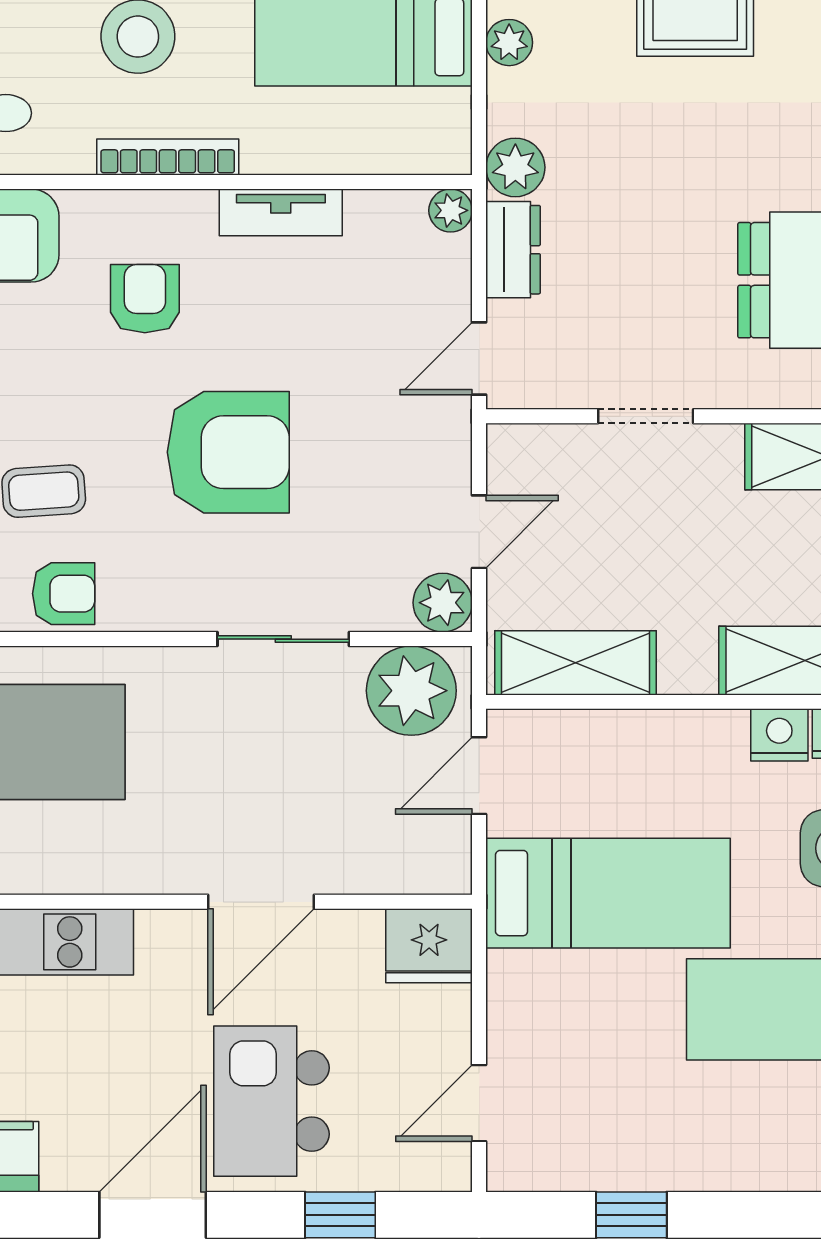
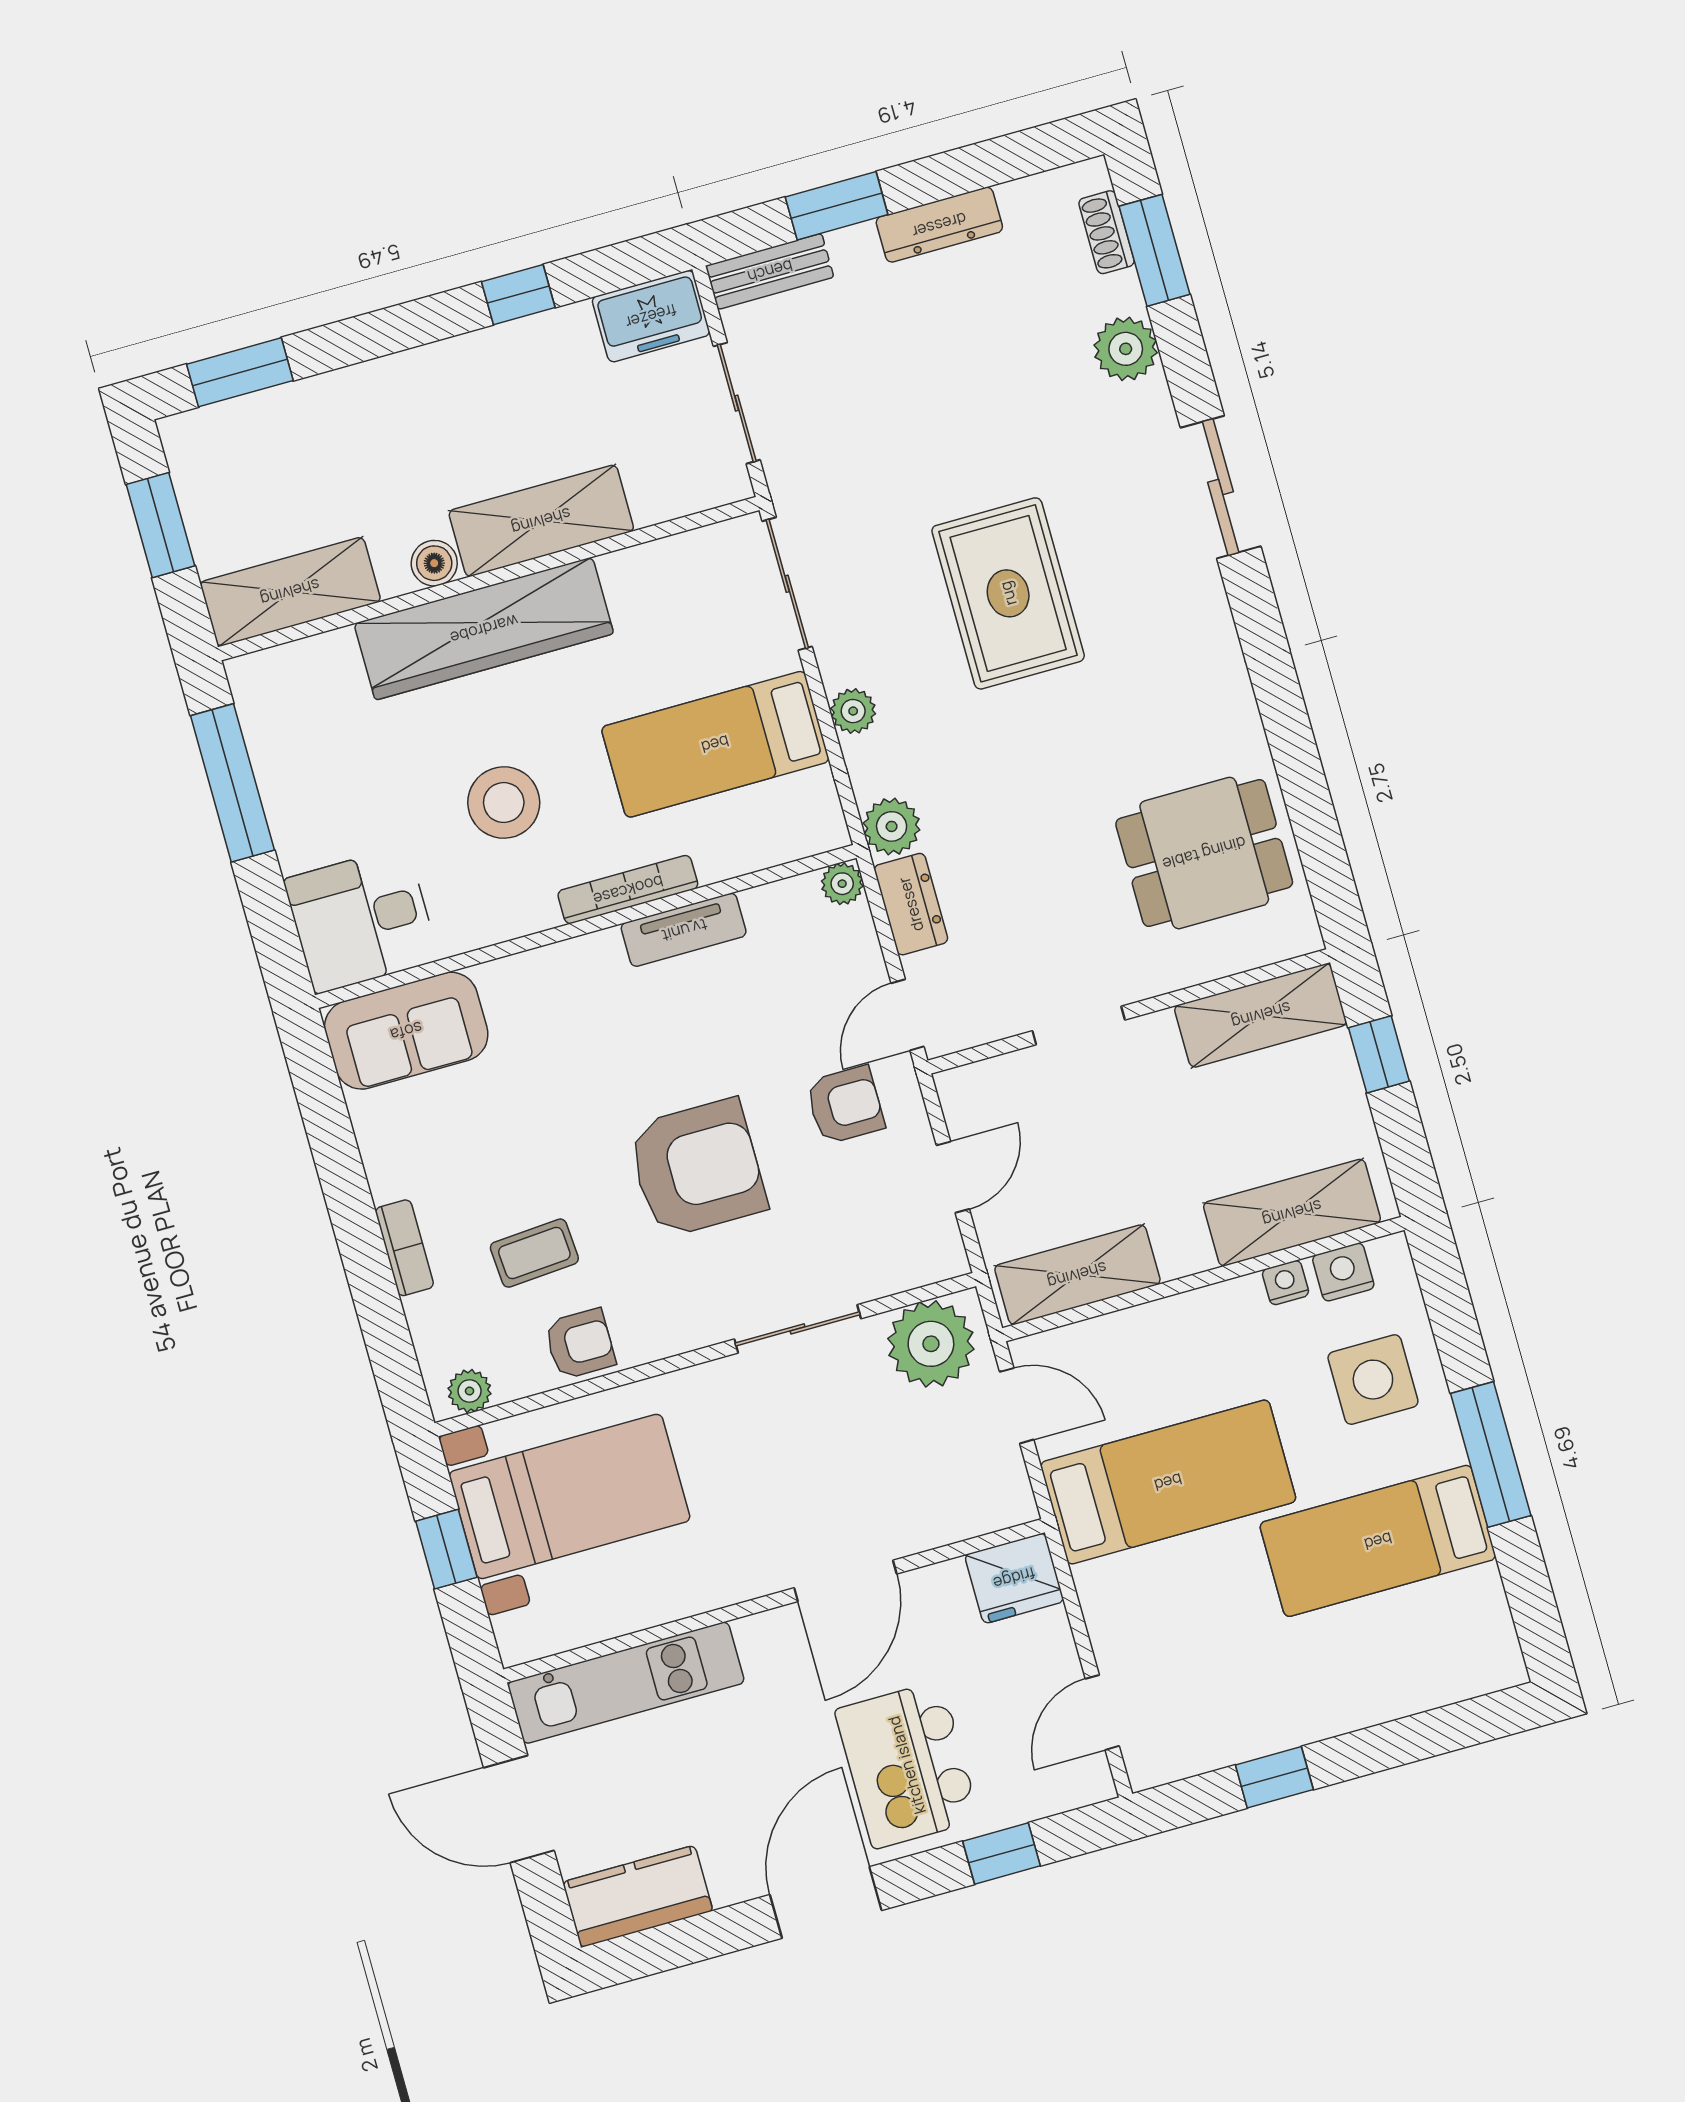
bookcase: (168, 157) -> (628, 890), moved
armchair: (145, 299) -> (845, 1105), moved, turned 90
plant: (443, 603) -> (937, 1253), removed
nightstand: (779, 735) -> (1286, 1283), width x0.72, depth x0.74
door: (479, 776) -> (1017, 1406), swing flipped

